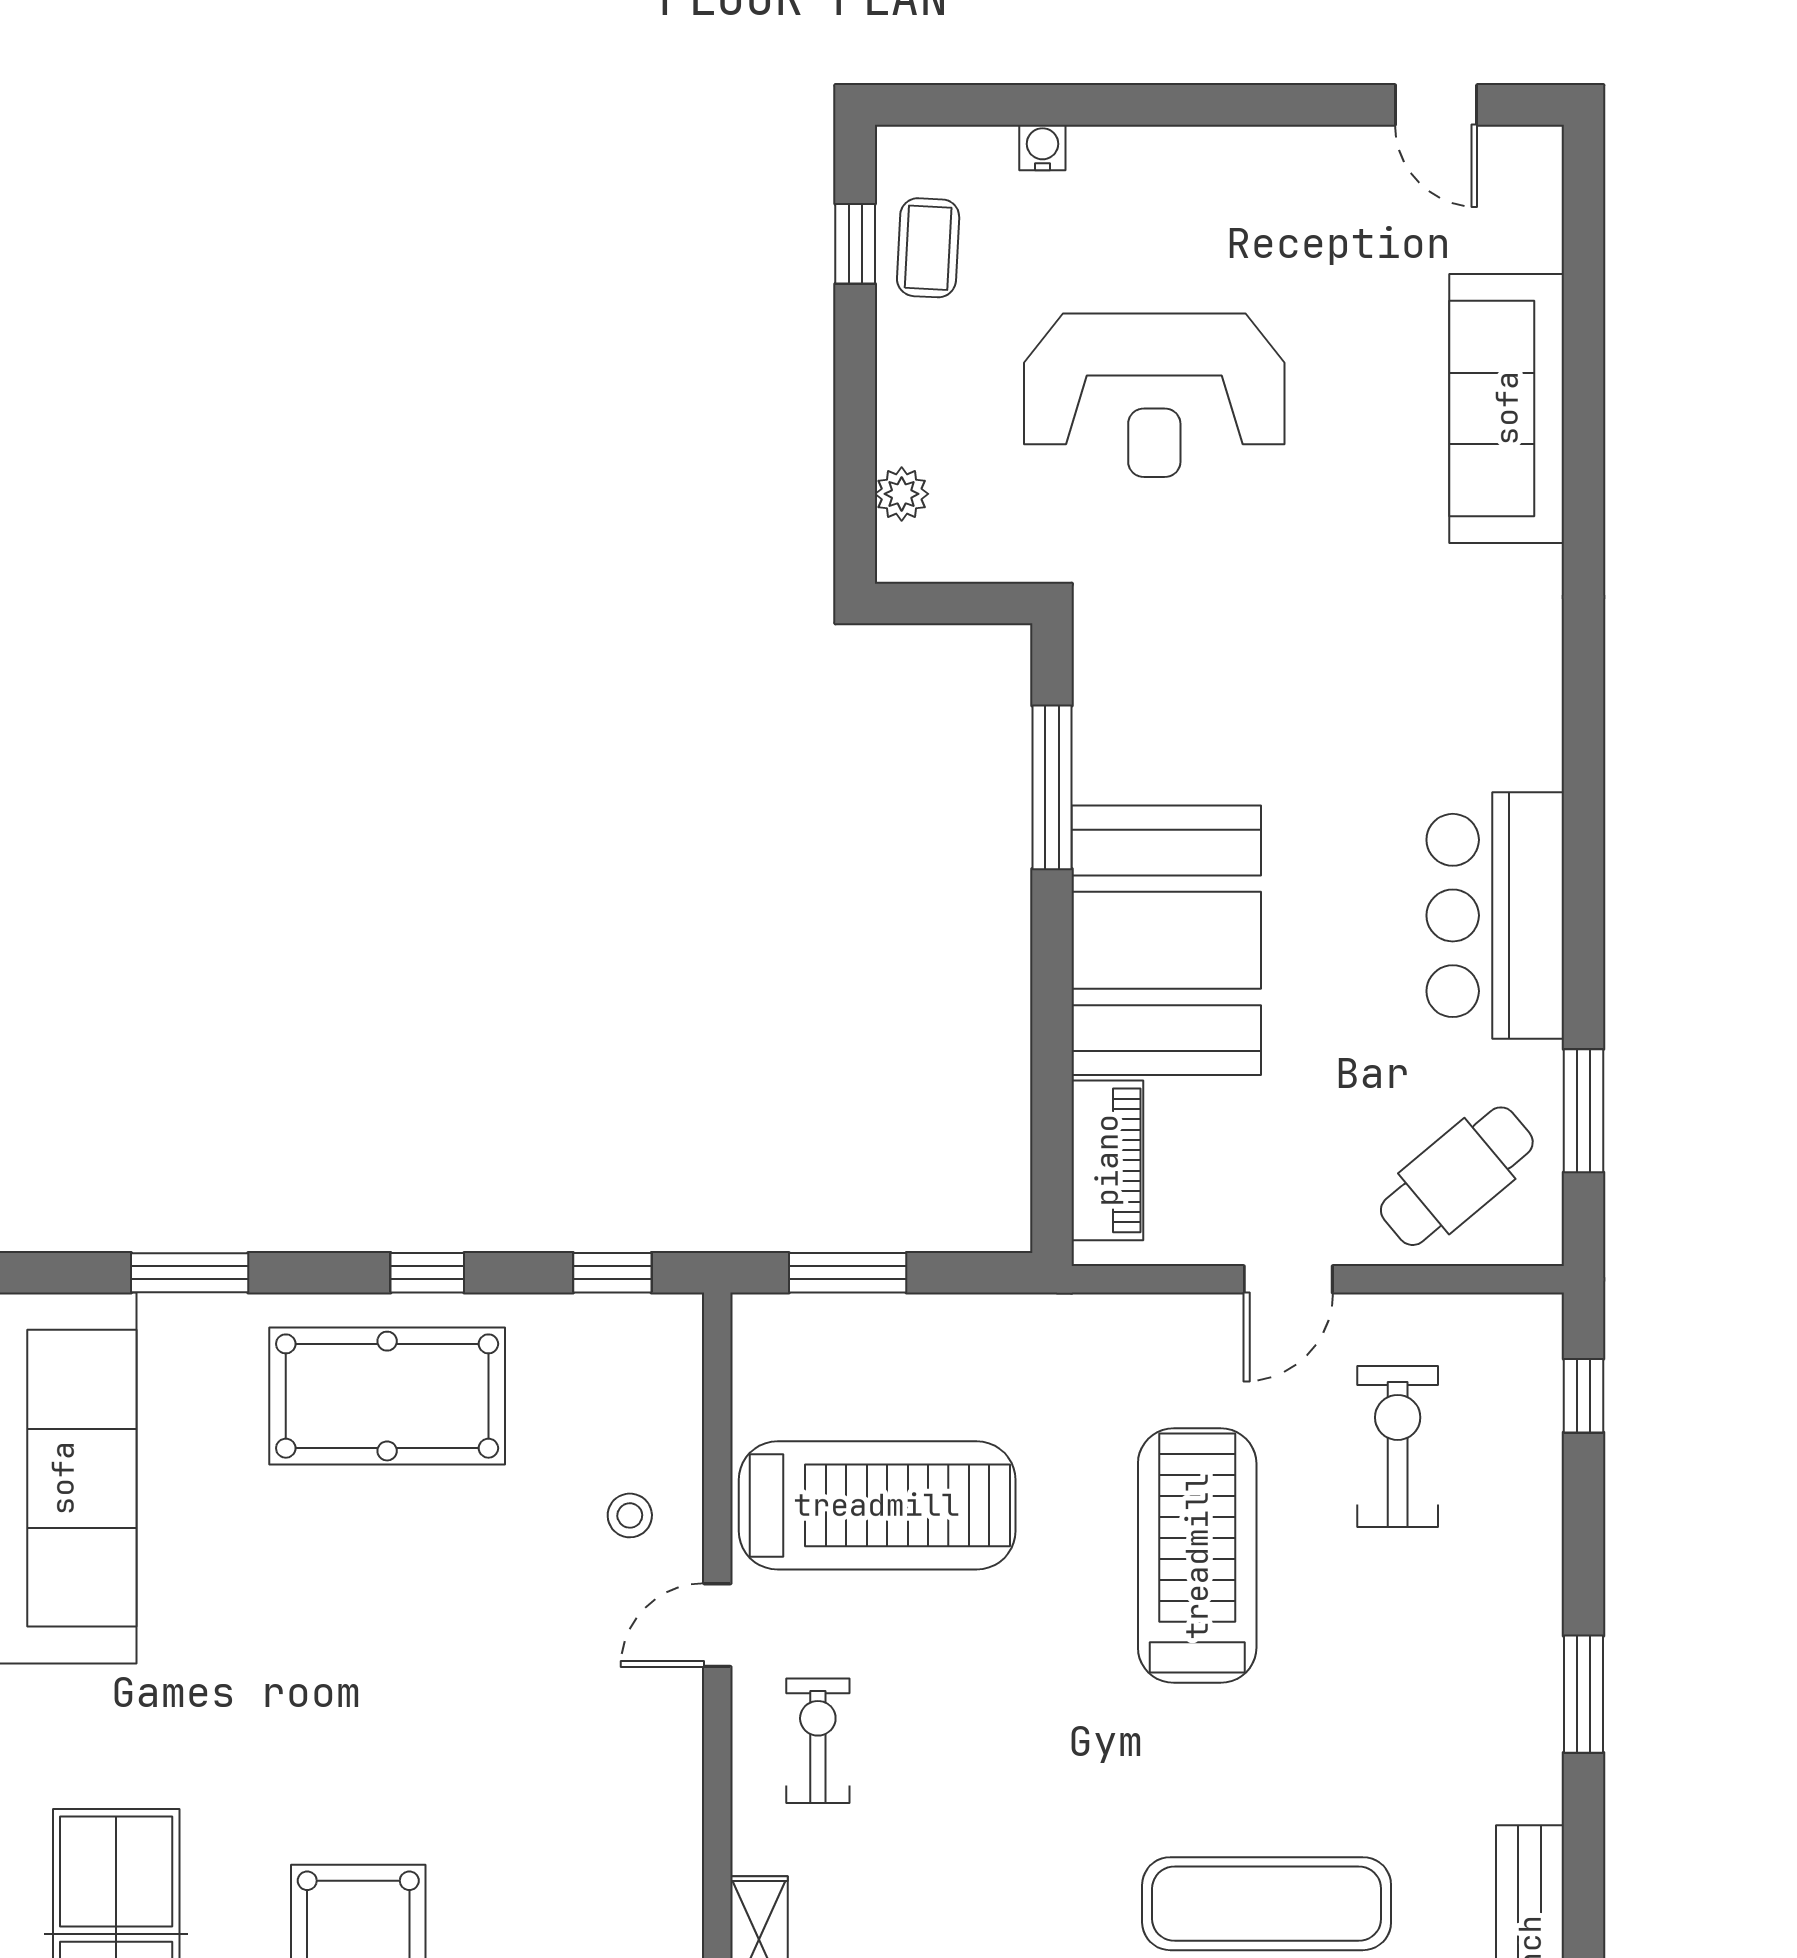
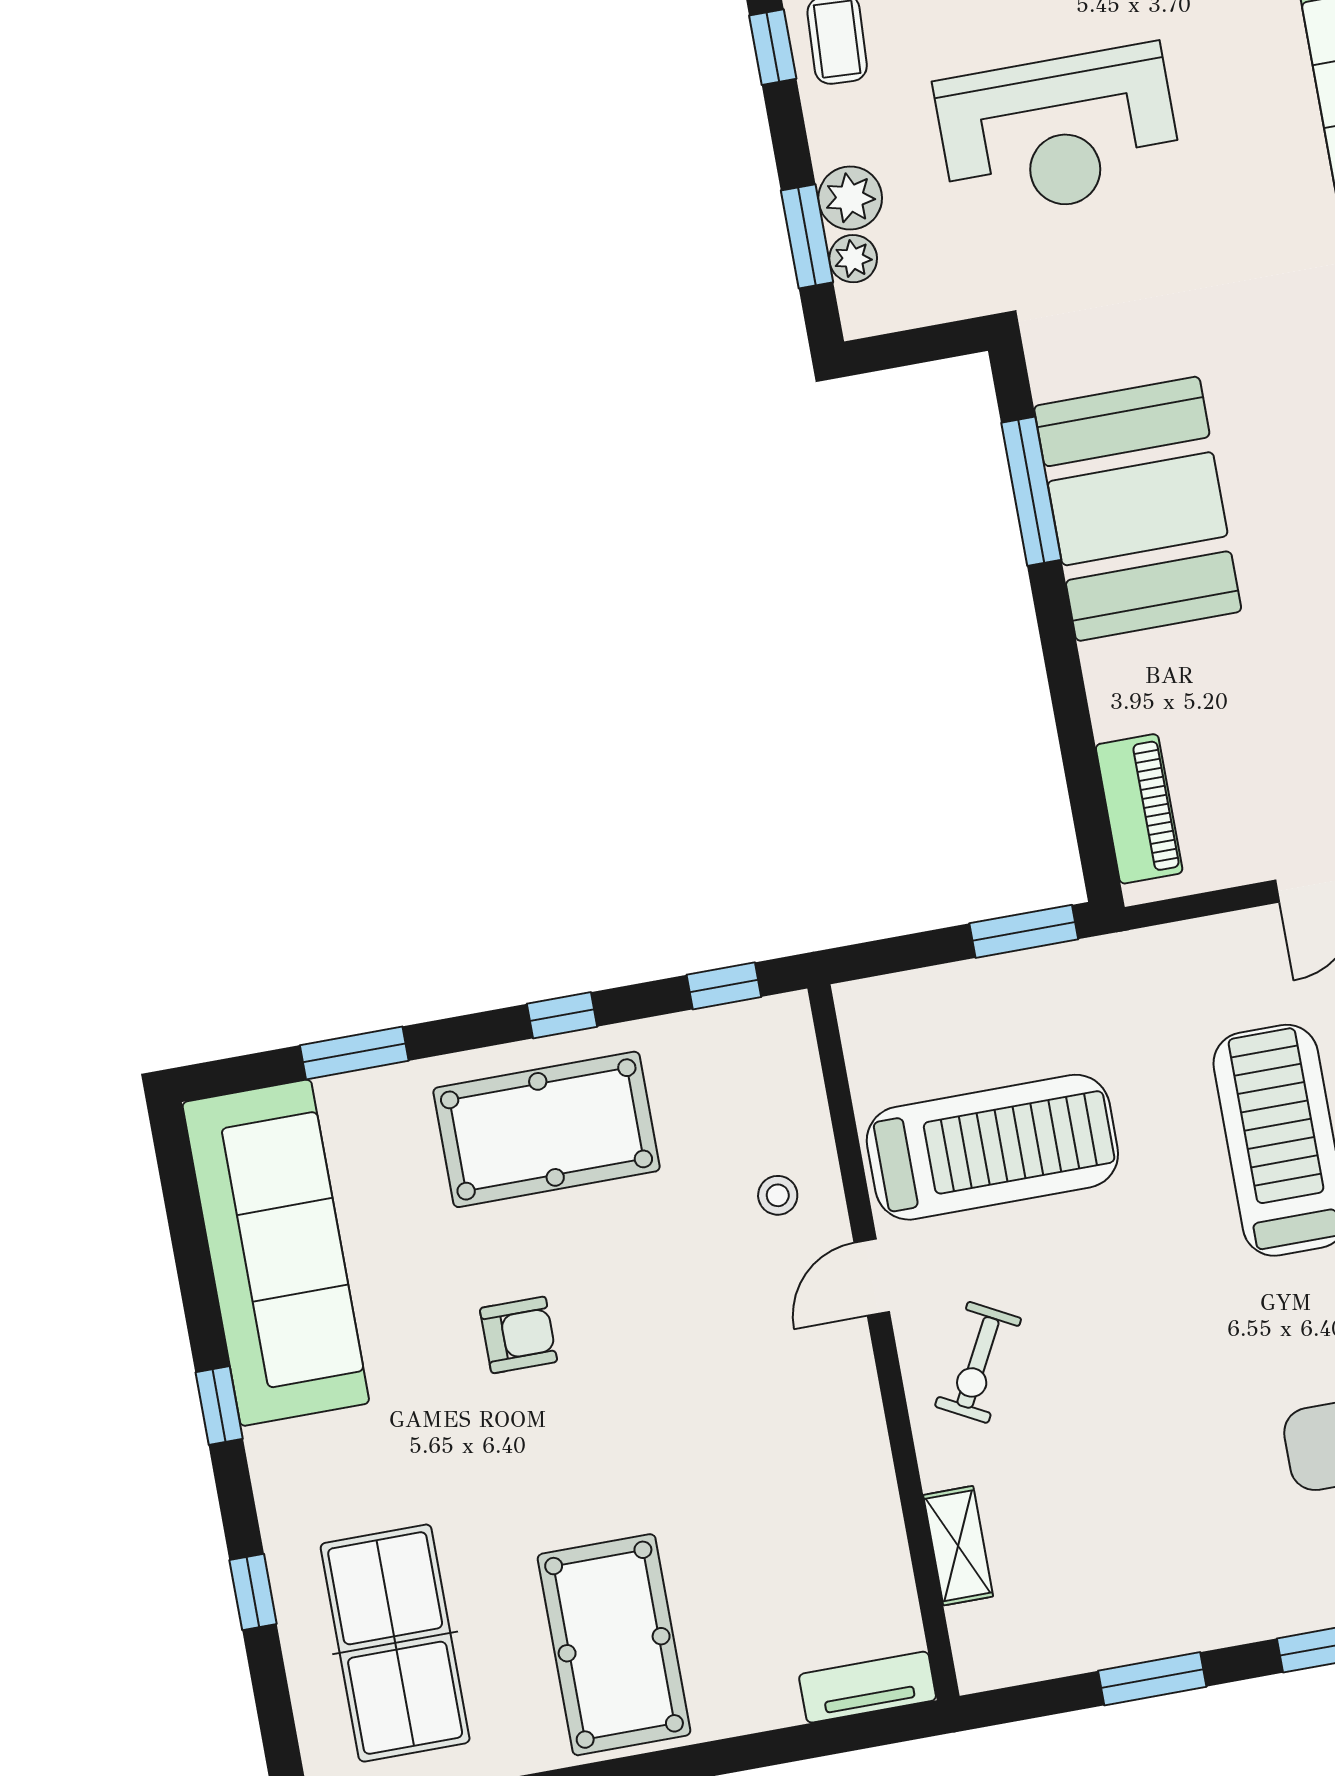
plant: (911, 426) -> (850, 198), added
window: (855, 460) -> (807, 236), added
booth: (1166, 940) -> (1138, 509), moved
window: (848, 1273) -> (1024, 931), moved
armchair: (315, 1618) -> (518, 1335), added
exercise bike: (818, 1741) -> (978, 1362), turned -152

